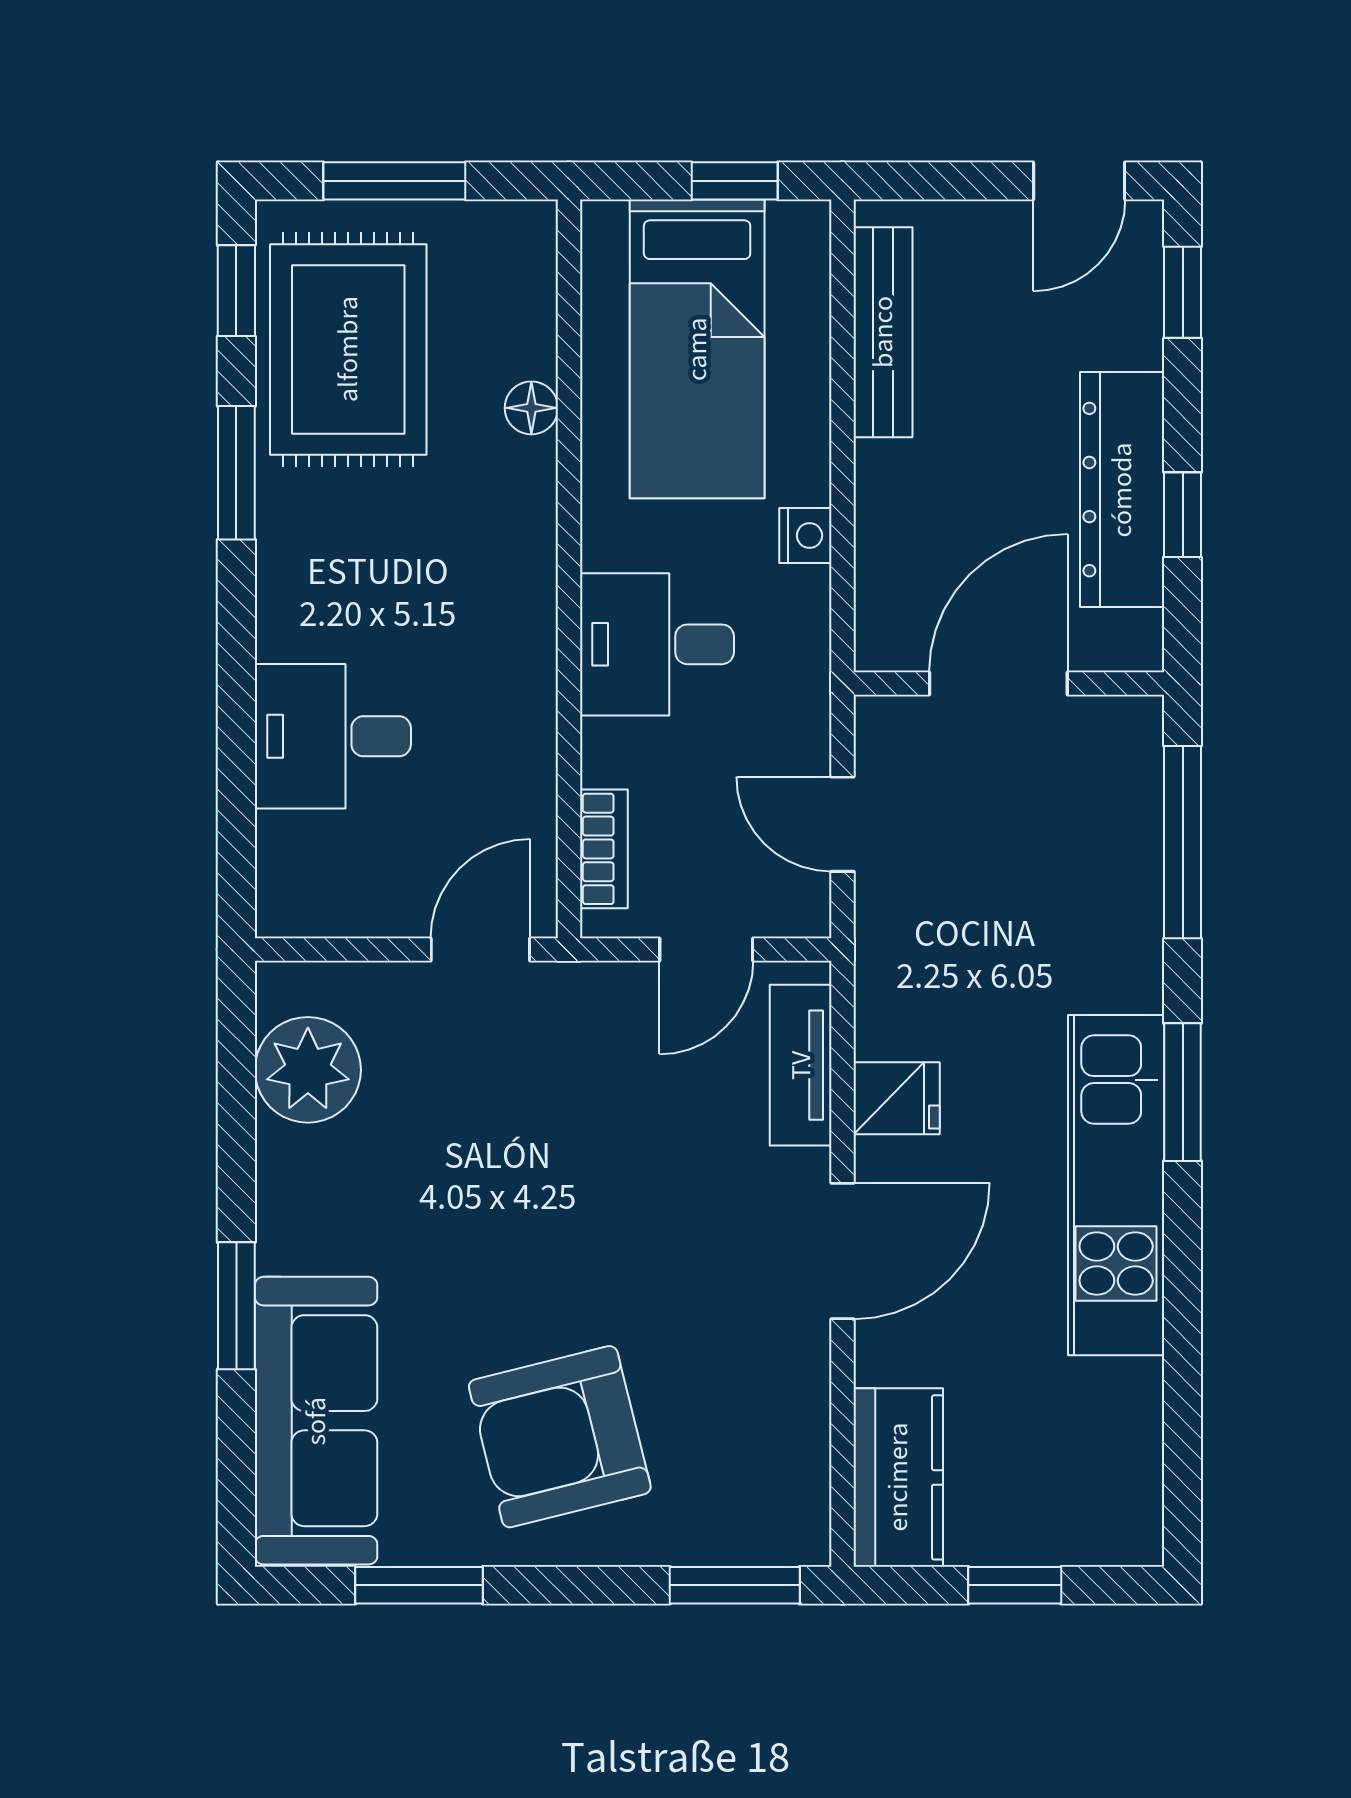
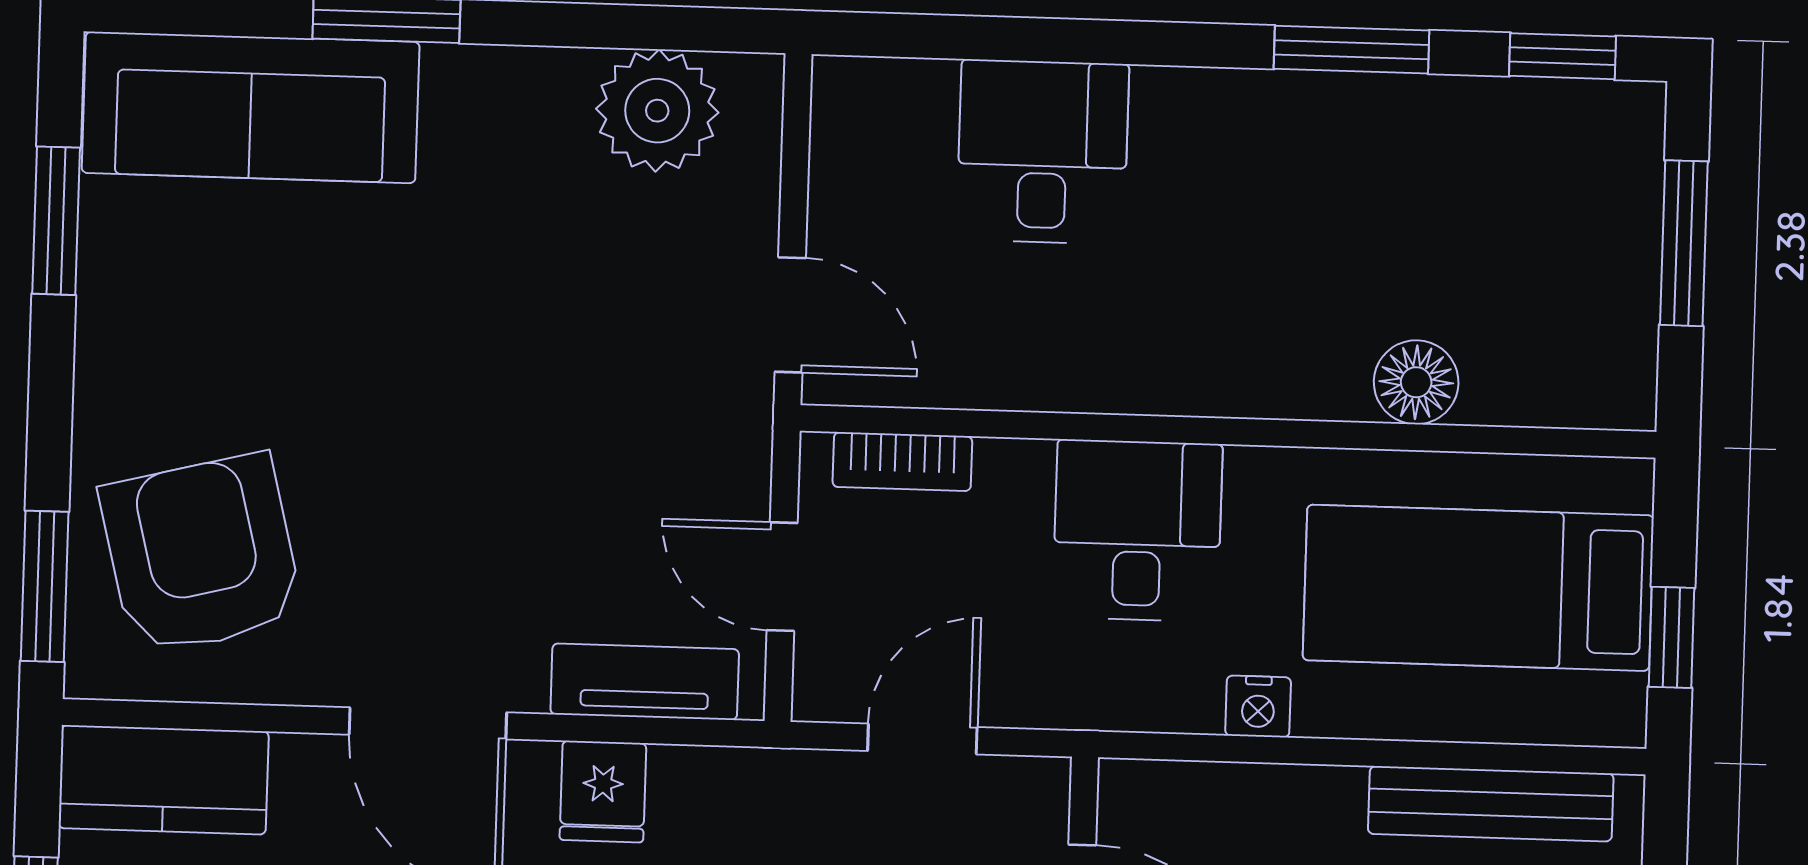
rug: (348, 349) -> (1490, 184), removed
floor lamp: (531, 408) -> (1416, 382), width x1.37, depth x1.37
armchair: (560, 1437) -> (202, 554), moved

